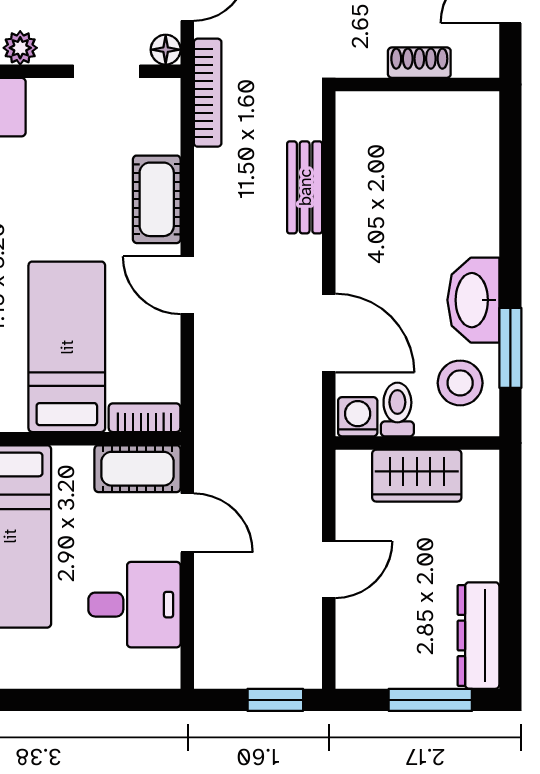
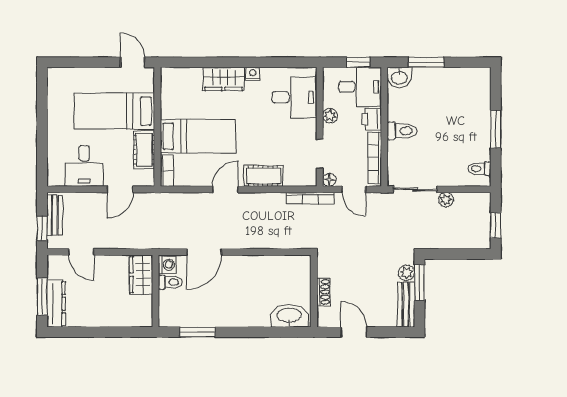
bench: (305, 187) -> (55, 215), moved, turned 90
washbasin: (473, 300) -> (289, 316), moved
stool: (460, 383) -> (182, 310), removed
cot: (137, 469) -> (144, 150), moved
wardrobe: (417, 476) -> (141, 275), moved
door: (329, 570) -> (81, 252), moved
dresser: (478, 636) -> (56, 304), moved, turned 90

